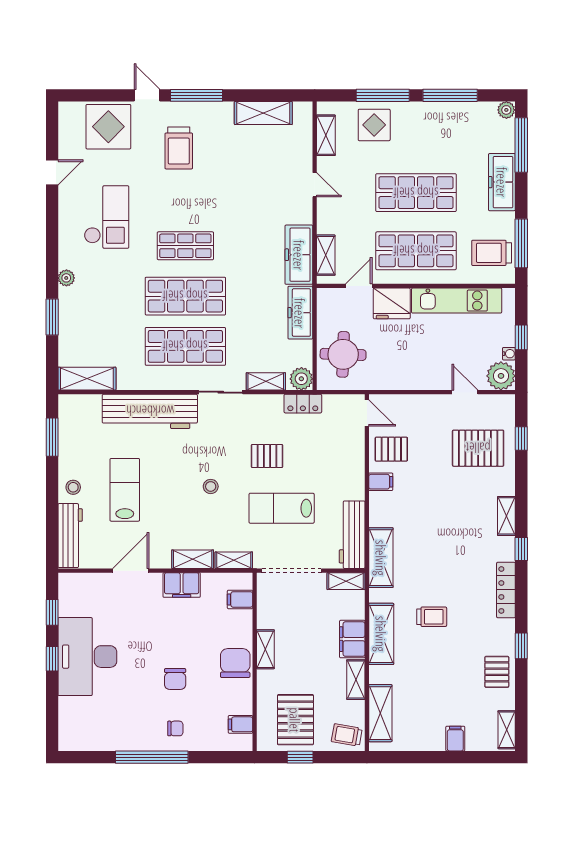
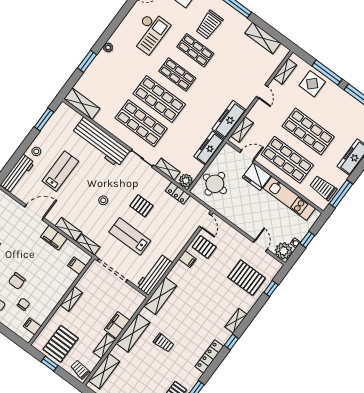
shop shelf: (185, 195) -> (195, 50), added
shelving: (346, 581) -> (135, 295), removed
chair: (235, 663) -> (23, 304), moved, width x0.54, depth x0.54

